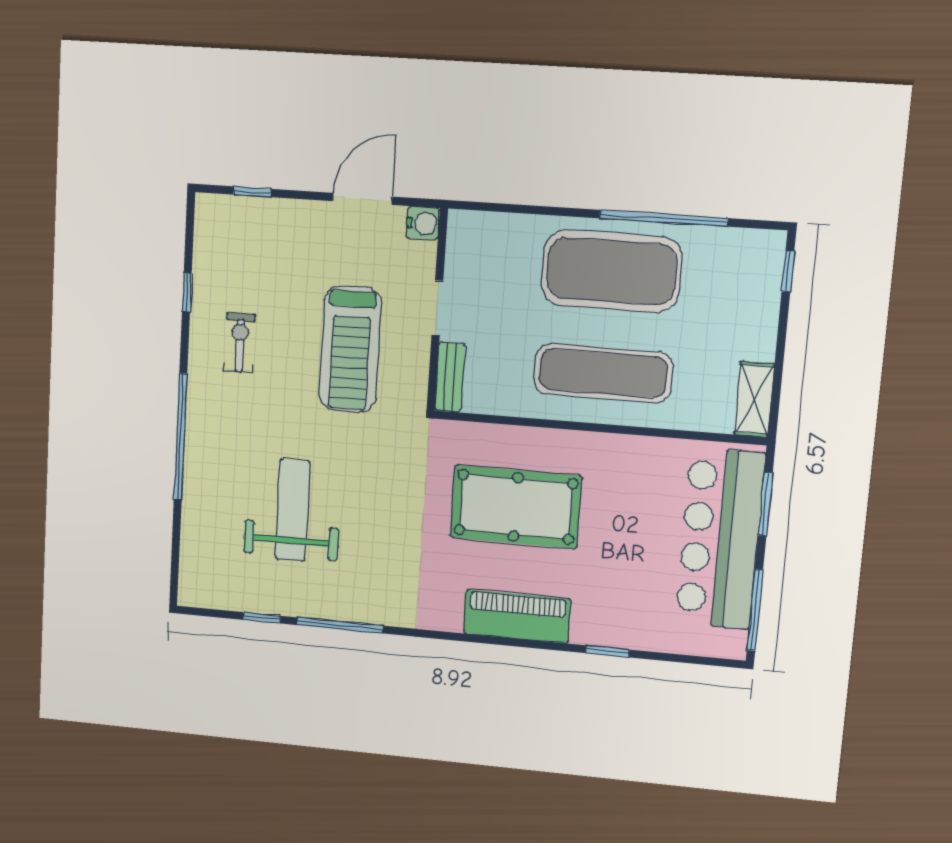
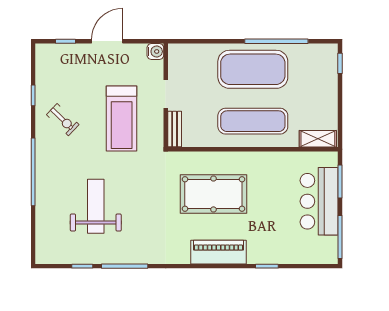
door: (362, 199) -> (107, 41), moved
exercise bike: (240, 343) -> (63, 120), turned 134
shelving: (754, 400) -> (318, 139), moved, turned 90
bar counter: (720, 539) -> (319, 201), width x0.73

